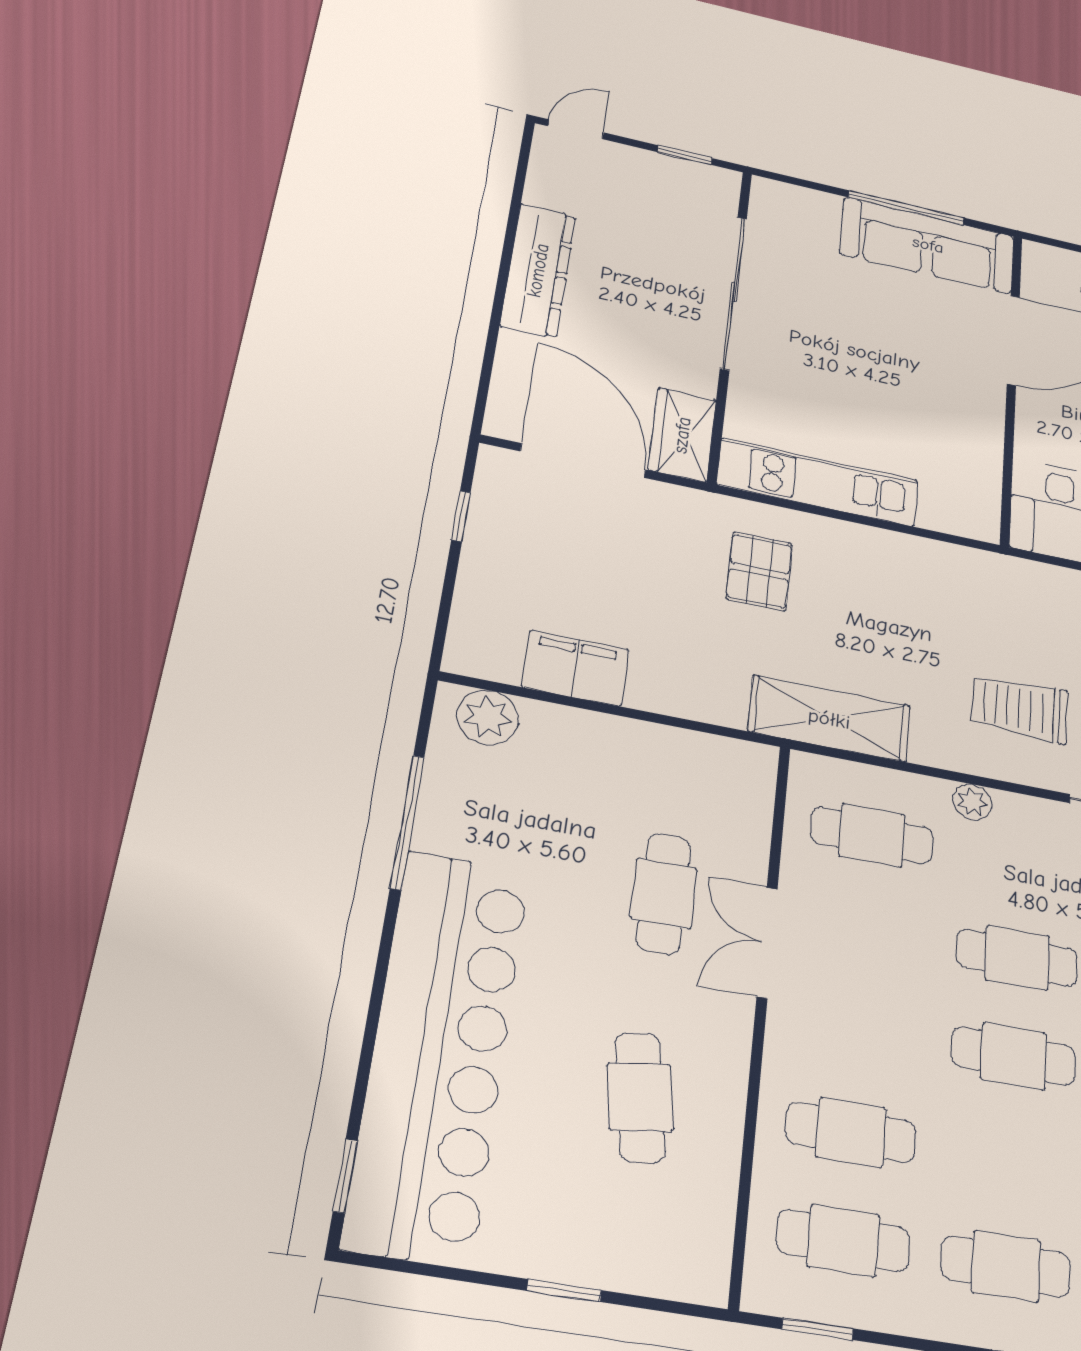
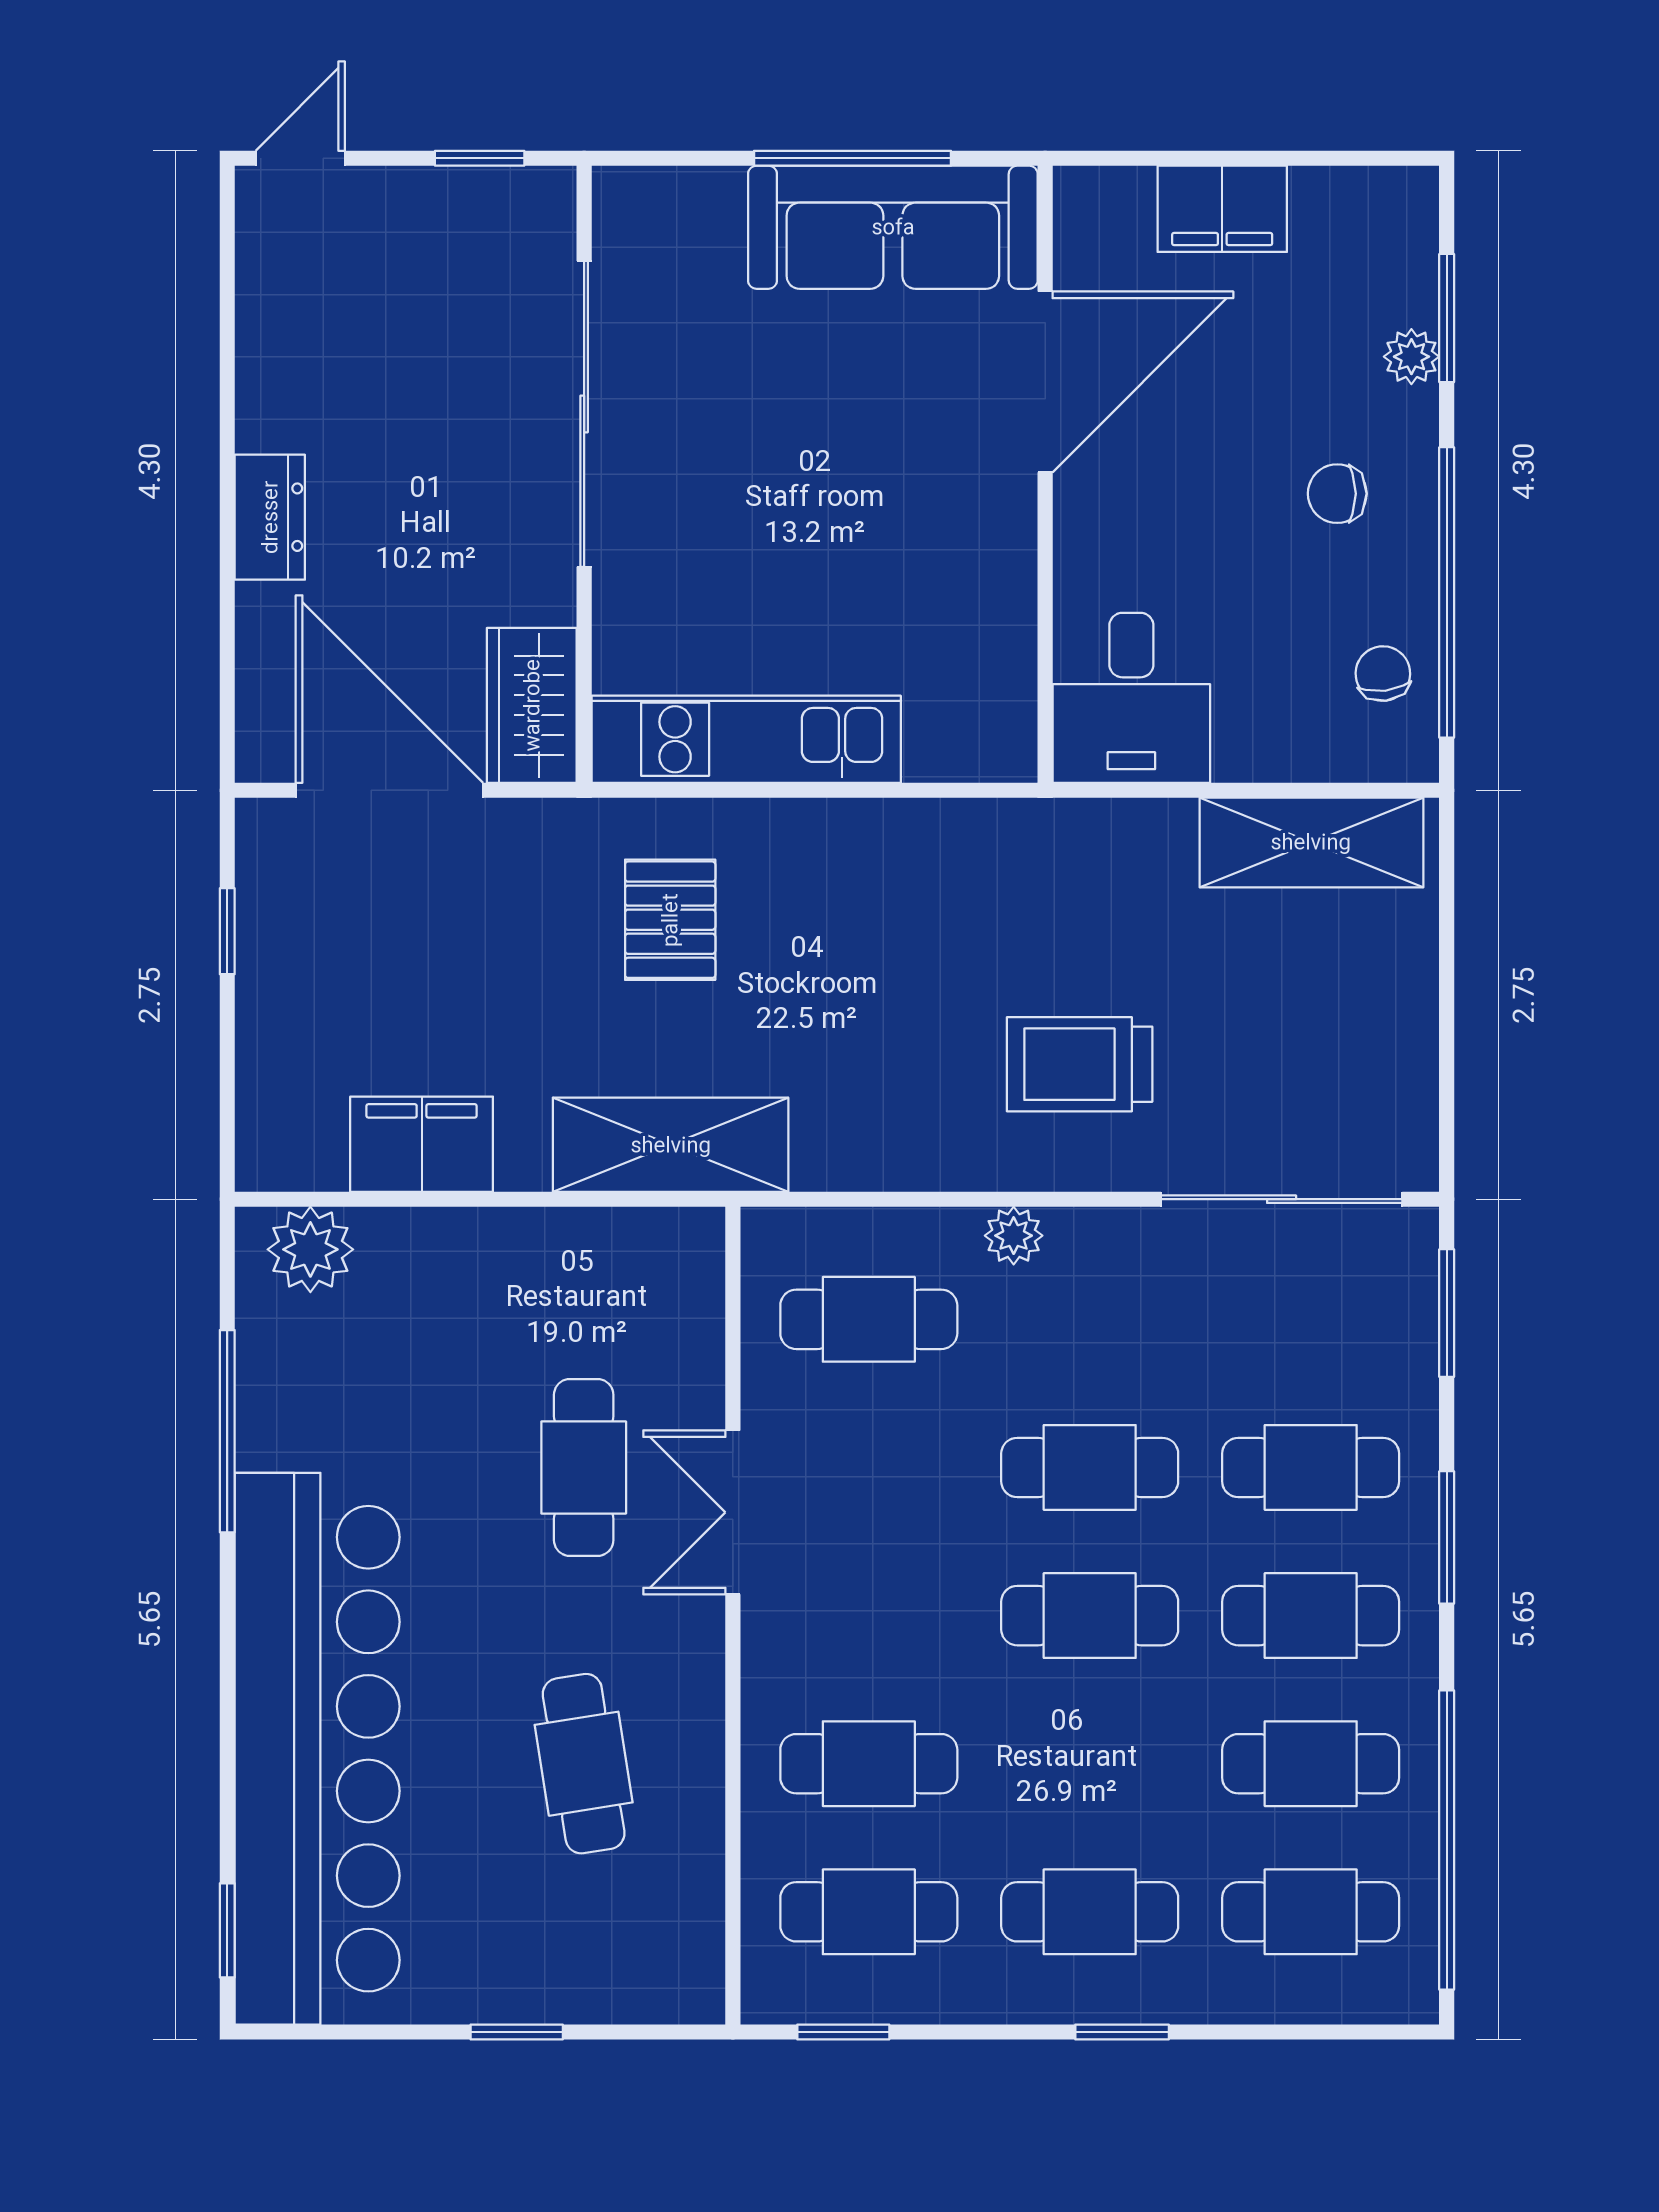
dresser: (538, 270) -> (270, 517), width x0.51, depth x0.80
shelving: (829, 719) -> (671, 1145), moved

